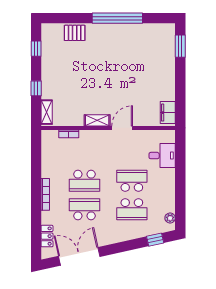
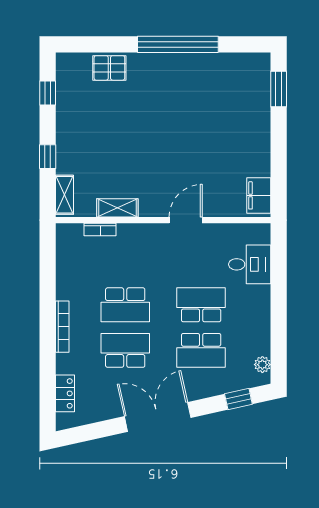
shelving: (97, 120) -> (117, 208), moved
double door: (79, 256) -> (158, 417), moved

